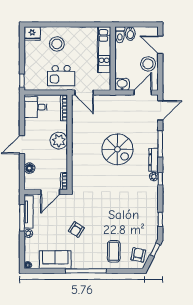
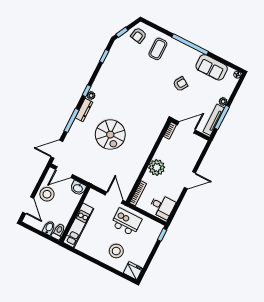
spiral stairs: (117, 149) -> (110, 135), turned 180
floor lamp: (29, 168) -> (194, 157), removed

